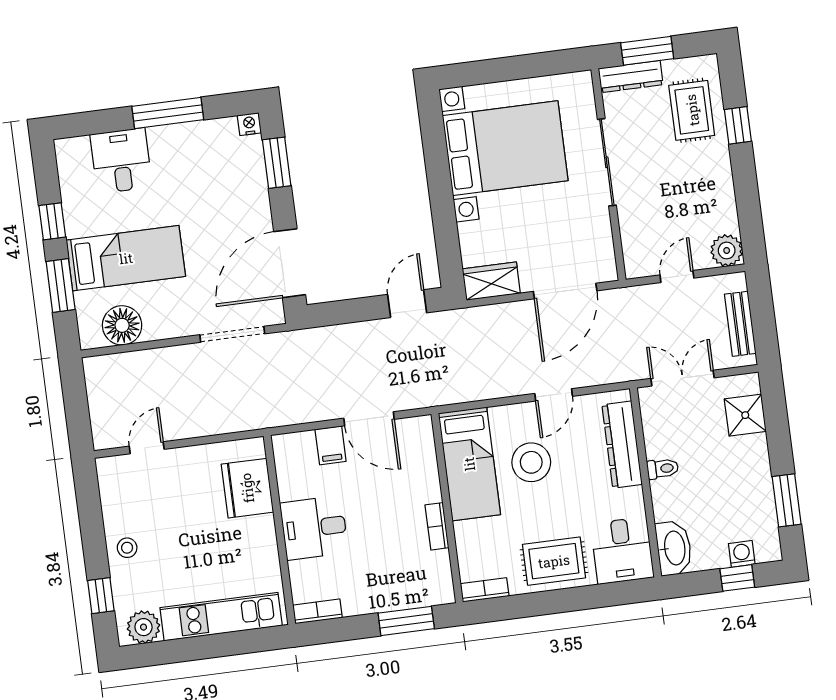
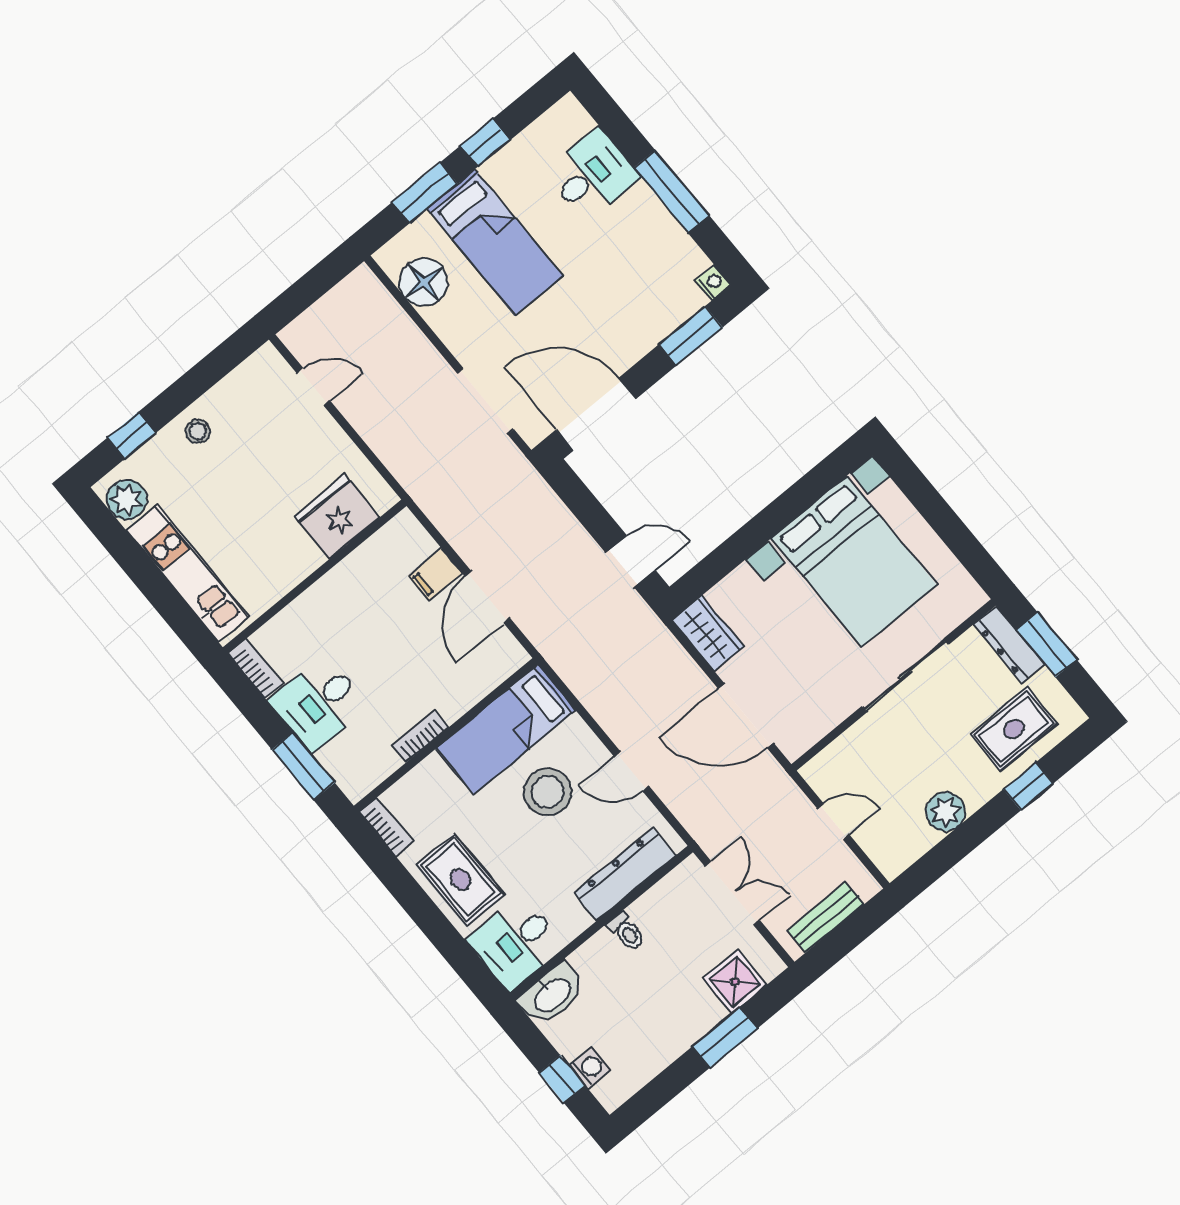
plant: (727, 250) -> (946, 812), moved
window: (787, 500) -> (725, 1038), moved
desk: (314, 528) -> (319, 703), moved, turned -90

